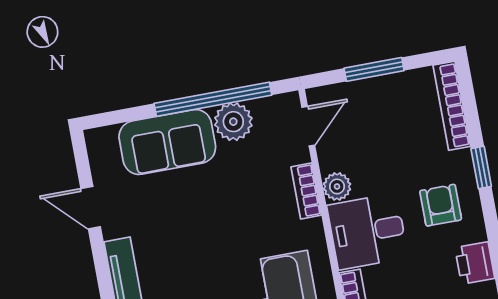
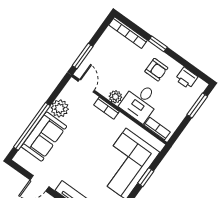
window: (374, 69) -> (83, 56), moved
window: (213, 99) -> (32, 126), moved
armchair: (441, 205) -> (156, 70), turned 180

